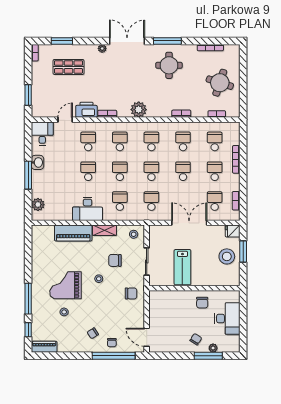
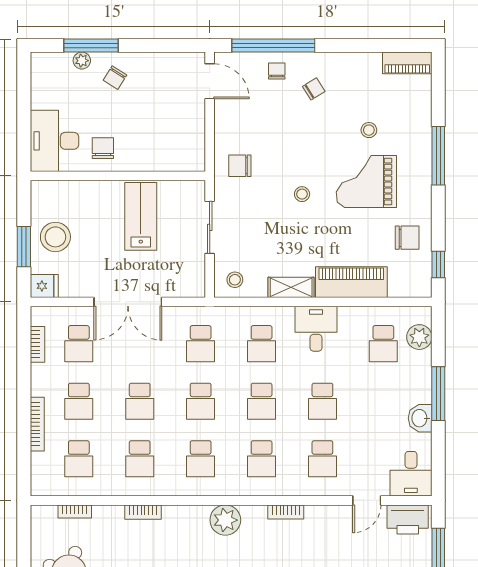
printer: (86, 110) -> (408, 519), moved
school desk: (57, 201) -> (383, 344), added
desk: (87, 209) -> (316, 329), width x0.73
chair: (115, 260) -> (407, 238), moved
grand piano: (65, 285) -> (366, 182), turned 180
desk: (227, 319) -> (54, 141), moved
window: (28, 330) -> (438, 265), moved

